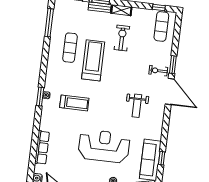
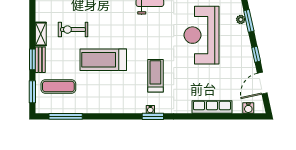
exercise mat: (70, 48) -> (58, 86), moved

